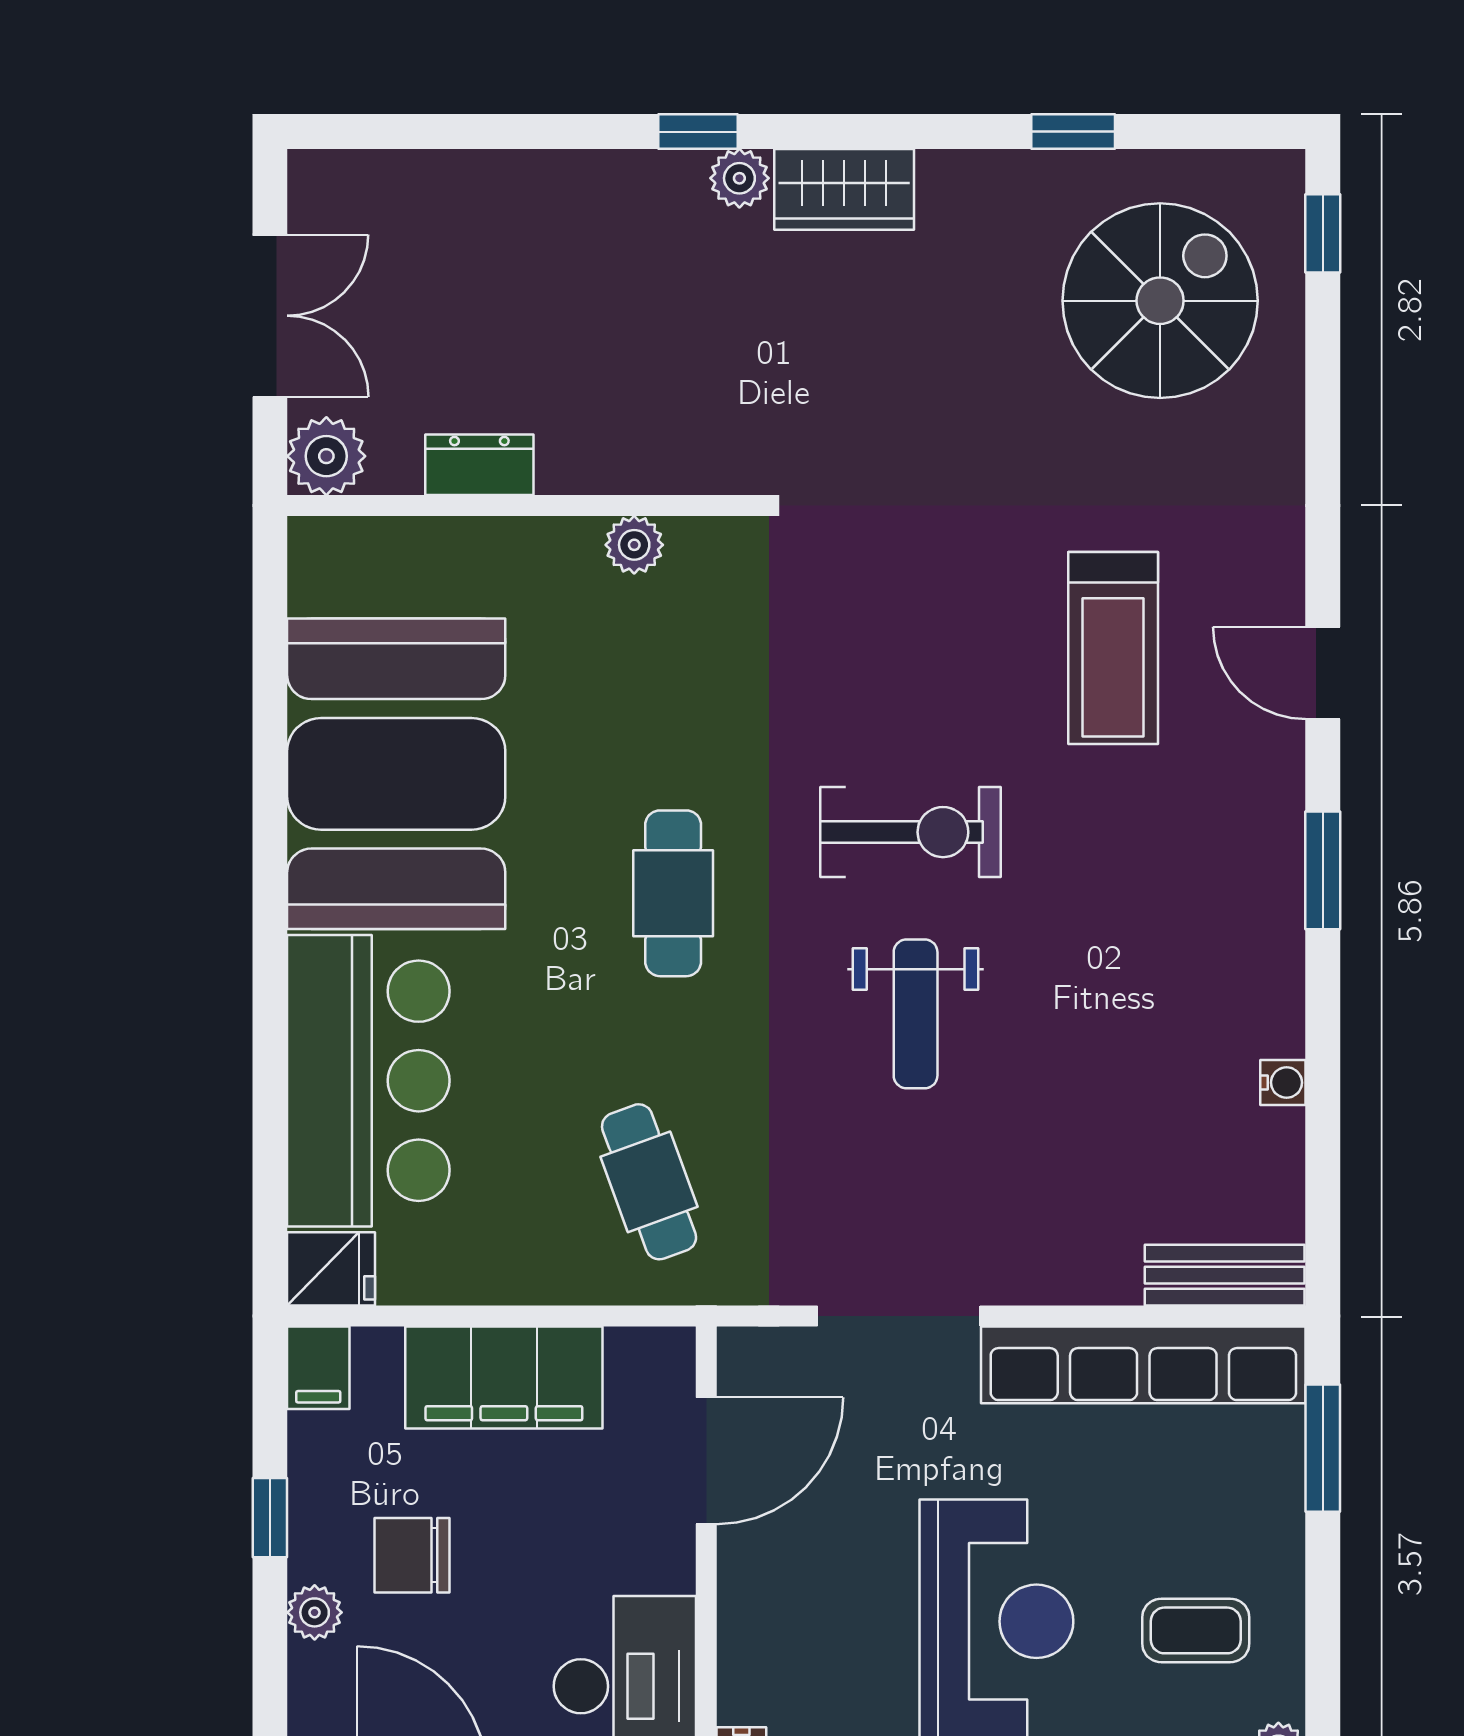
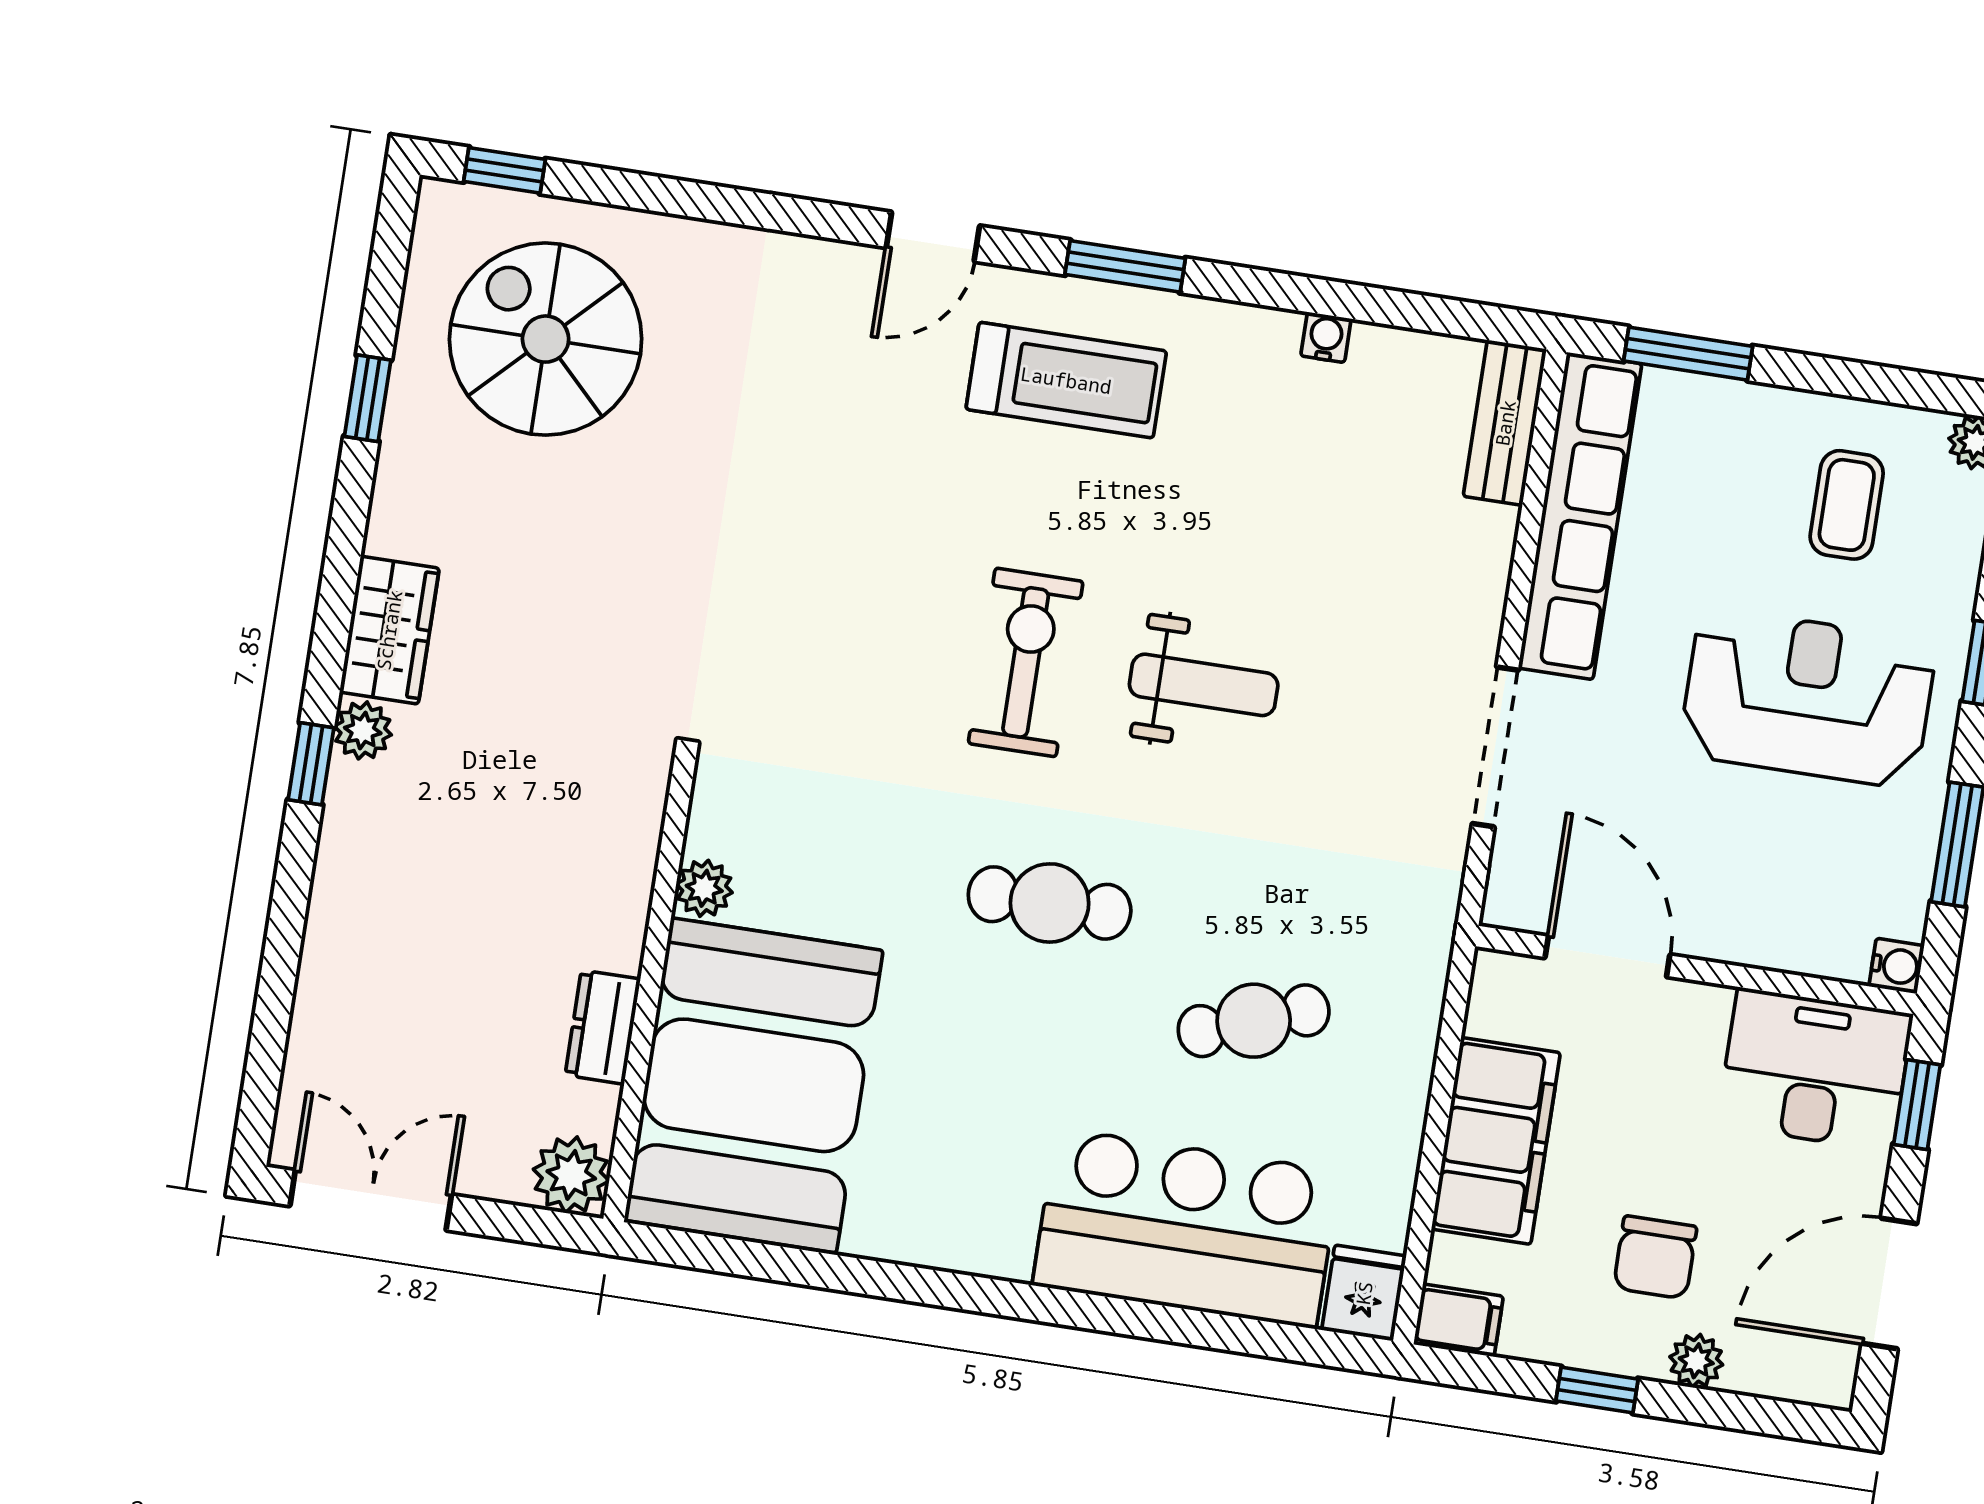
double door: (270, 316) -> (371, 1200), moved
treadmill: (1113, 648) -> (1066, 380), moved
booth: (396, 774) -> (754, 1085), moved, turned 90
cafe table: (649, 1182) -> (1254, 1021), moved

